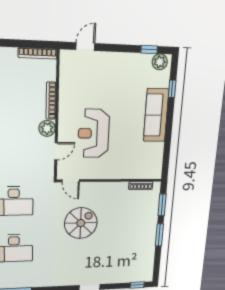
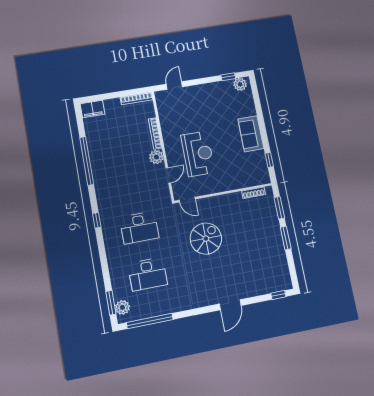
window: (172, 89) -> (269, 160), moved
sofa: (156, 115) -> (251, 134), width x0.73
reception desk: (94, 133) -> (198, 154), turned 180

